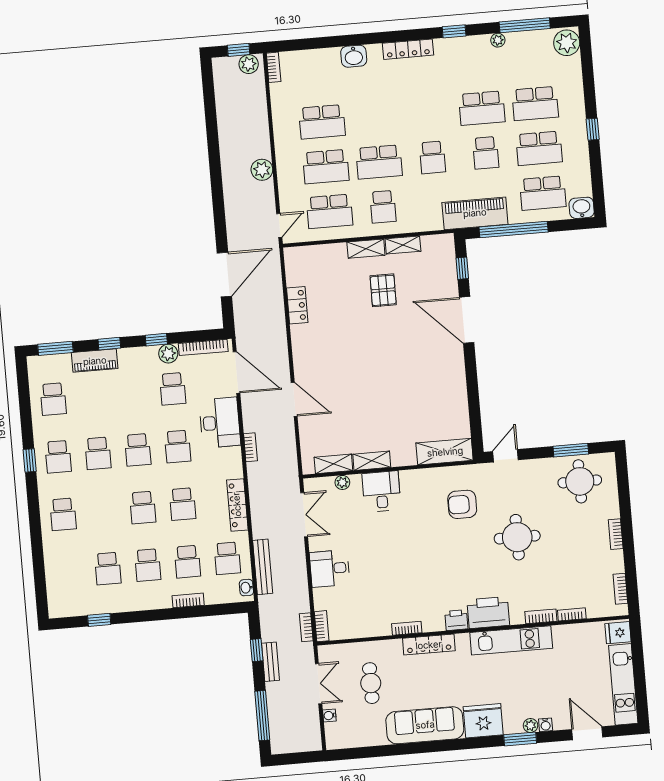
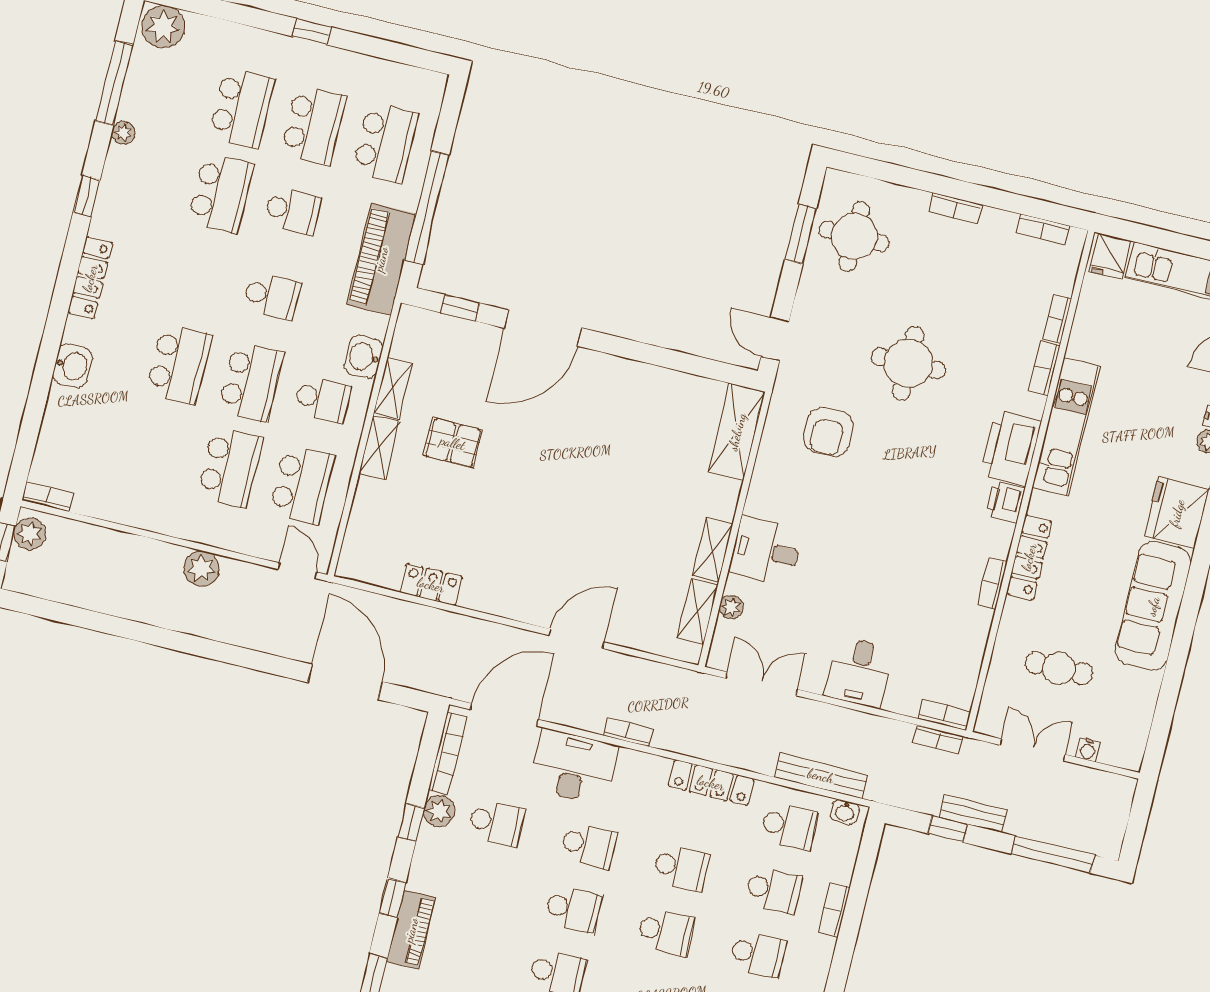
school desk: (322, 122) -> (179, 364), moved
washbasin: (582, 208) -> (364, 357), moved

